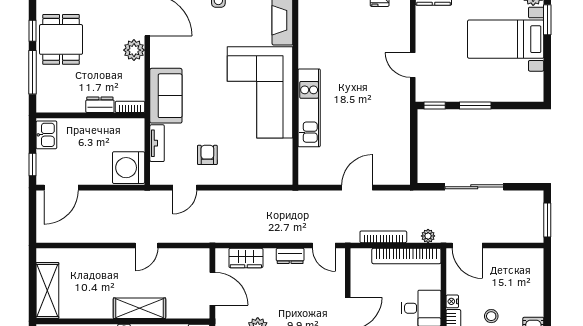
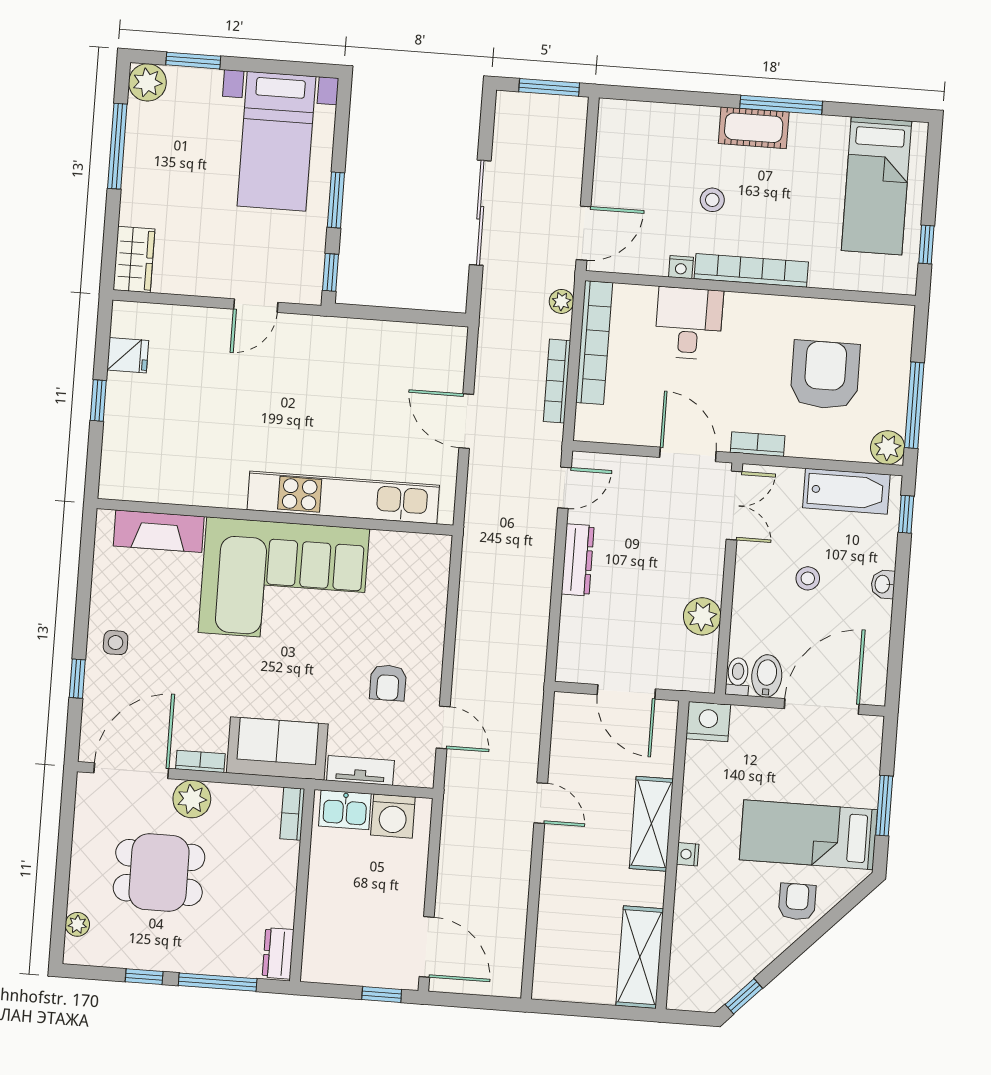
dining table: (61, 39) -> (159, 873), moved
bed with nightstands: (506, 39) -> (277, 141), moved
bookcase: (155, 53) -> (200, 761), added
dresser: (100, 105) -> (278, 953), moved
kitchen unit: (309, 108) -> (343, 498), width x1.36
kitchen sink: (46, 135) -> (345, 810), moved, turned 180
armchair: (207, 155) -> (388, 683), turned -90
washing machine: (129, 168) -> (393, 816), width x0.73, depth x0.73
dresser: (290, 256) -> (578, 560), width x1.44
wardrobe: (246, 258) -> (576, 628), removed
door: (212, 289) -> (626, 692), swing flipped
shelving: (47, 291) -> (640, 957), moved, turned 90

